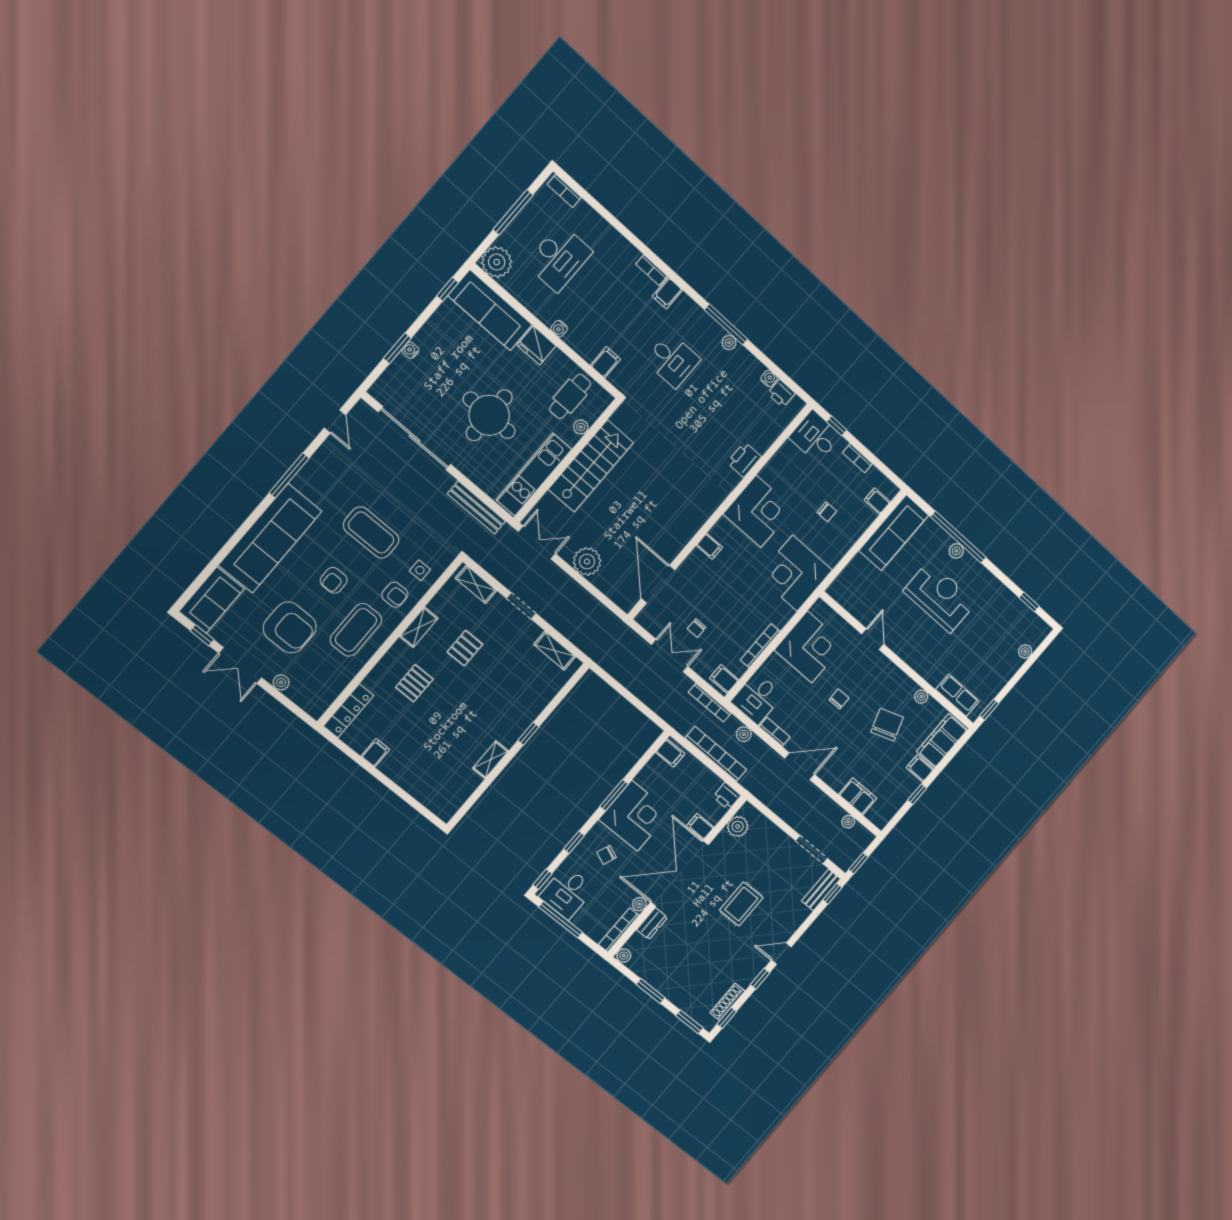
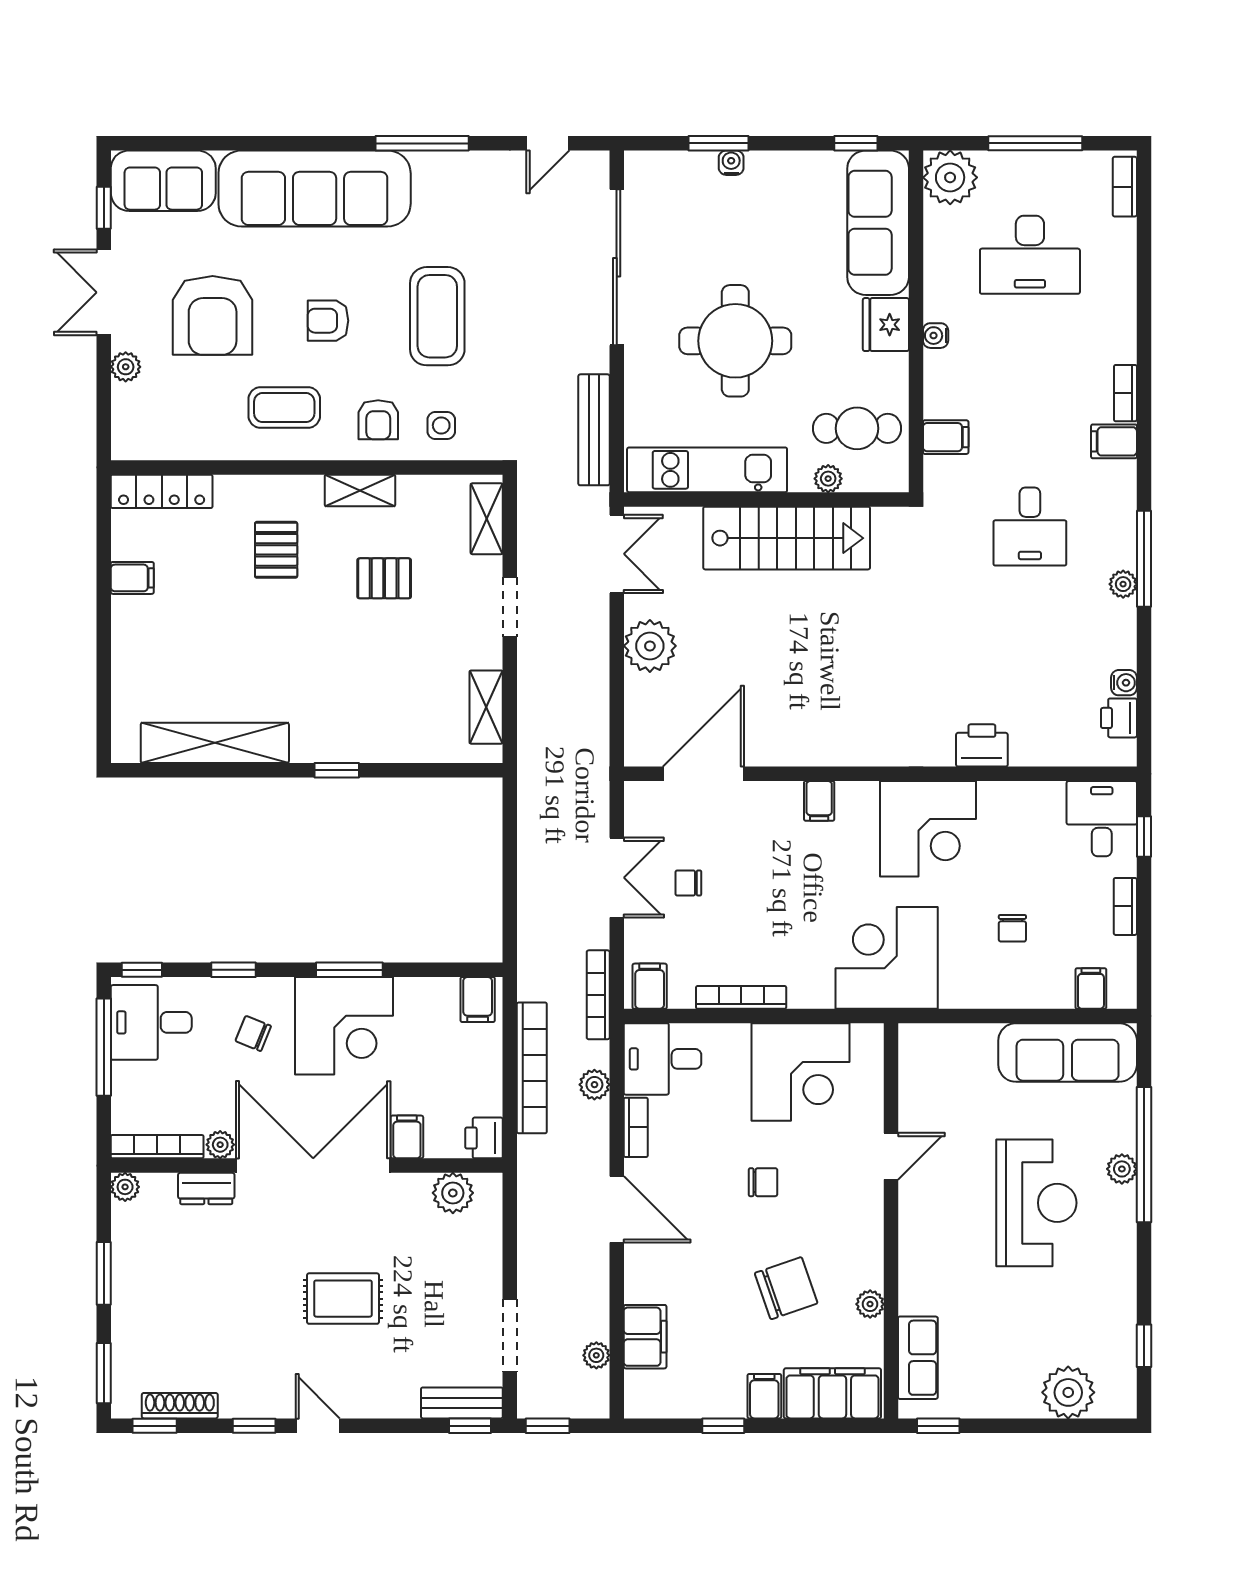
coffee table: (356, 630) -> (284, 408), width x0.73, depth x0.76
plant: (1025, 651) -> (1068, 1392), width x1.88, depth x1.88
pallet: (414, 683) -> (276, 550), turned 90
shelving: (491, 760) -> (215, 743), width x2.20, depth x1.33

